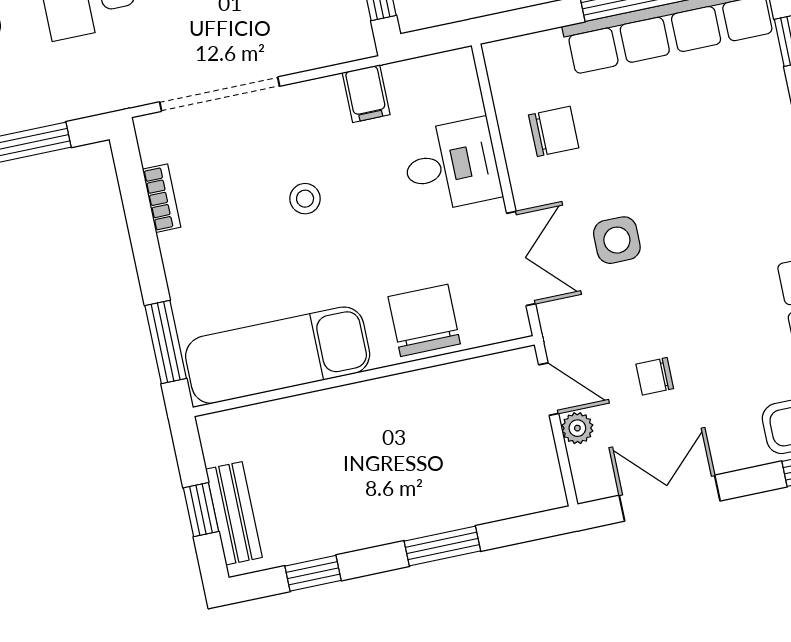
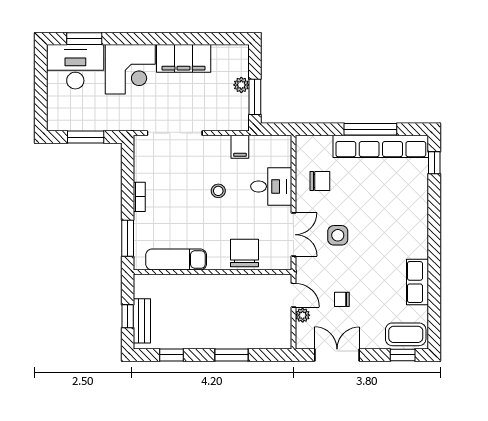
bookcase: (162, 198) -> (139, 197), moved
stool: (305, 199) -> (218, 191), moved
exam couch: (278, 355) -> (176, 260), width x0.73, depth x0.69

